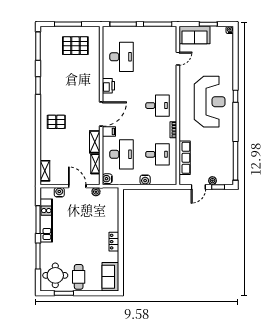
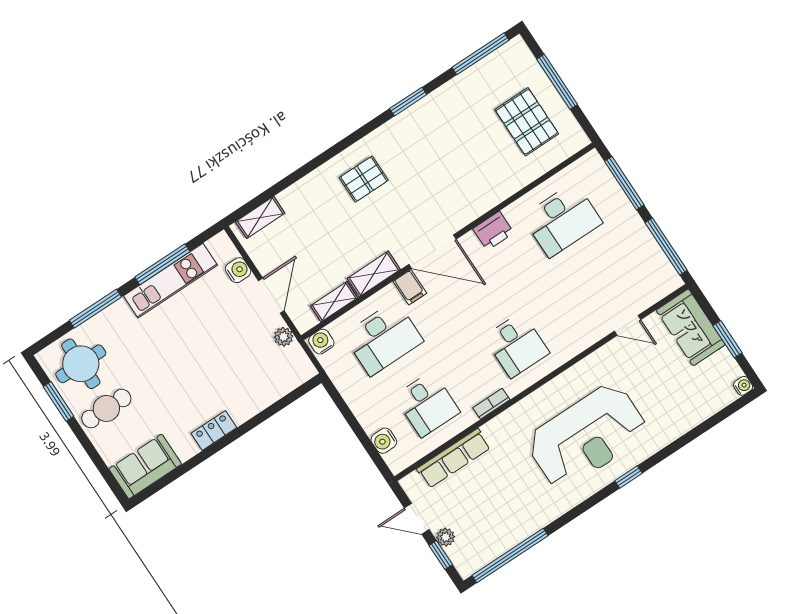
pallet: (56, 122) -> (364, 179), turned 90
water cooler: (145, 180) -> (384, 441), moved

